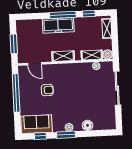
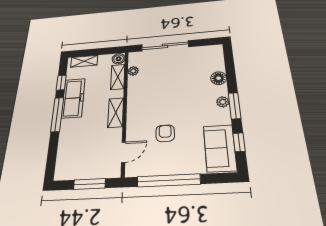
freezer: (58, 25) -> (73, 98), moved

